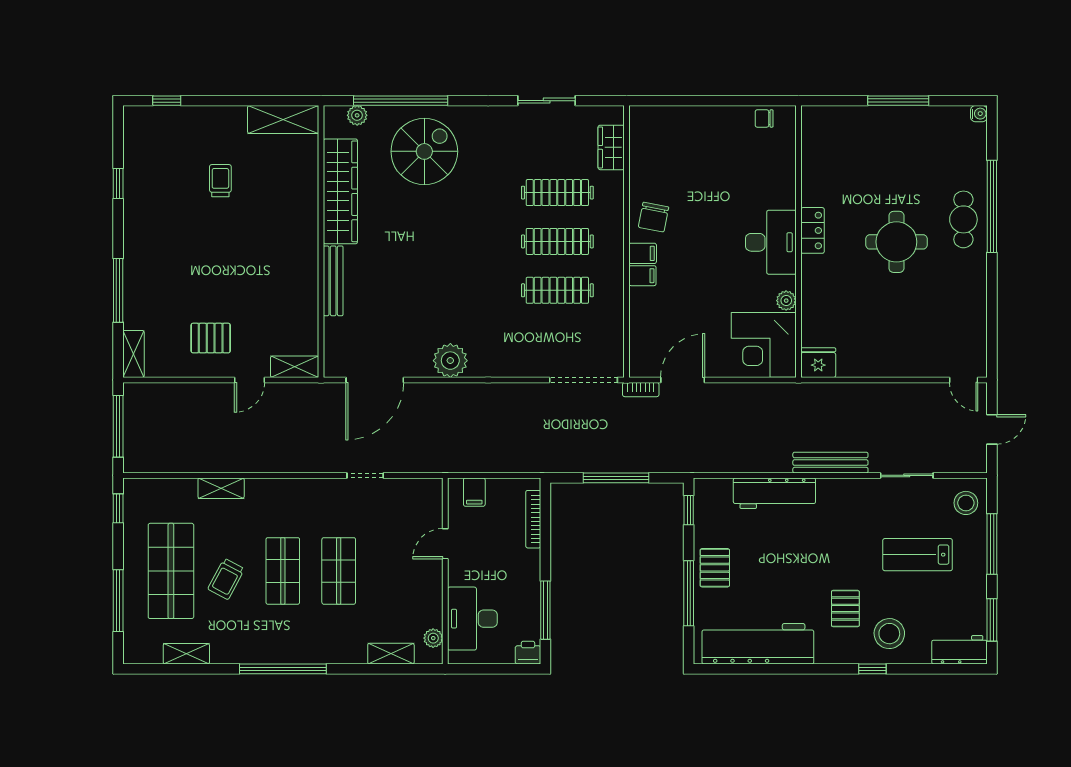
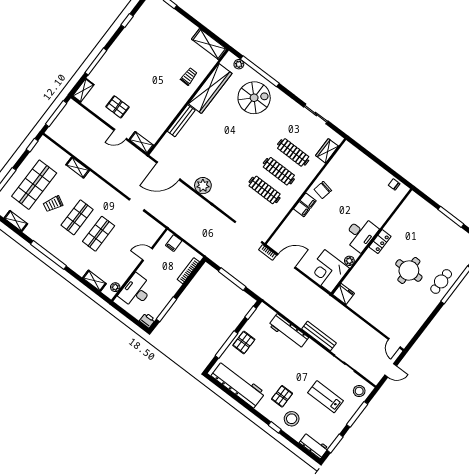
trolley: (220, 181) -> (189, 76), moved

